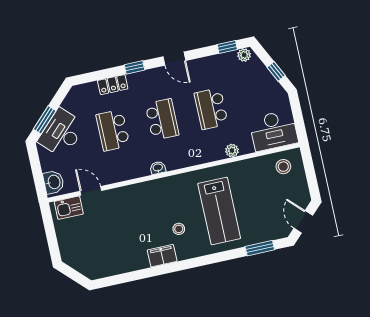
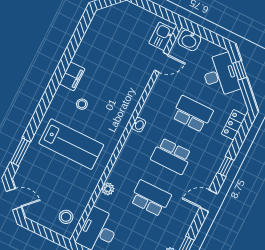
locker: (113, 85) -> (234, 125), moved
window: (45, 120) -> (240, 70), width x0.67
lab bench: (219, 211) -> (71, 144), turned 180

